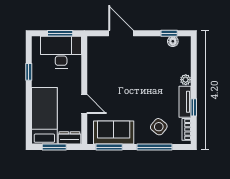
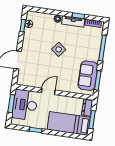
door: (84, 104) -> (48, 91), moved
side table: (159, 127) -> (59, 49), moved

